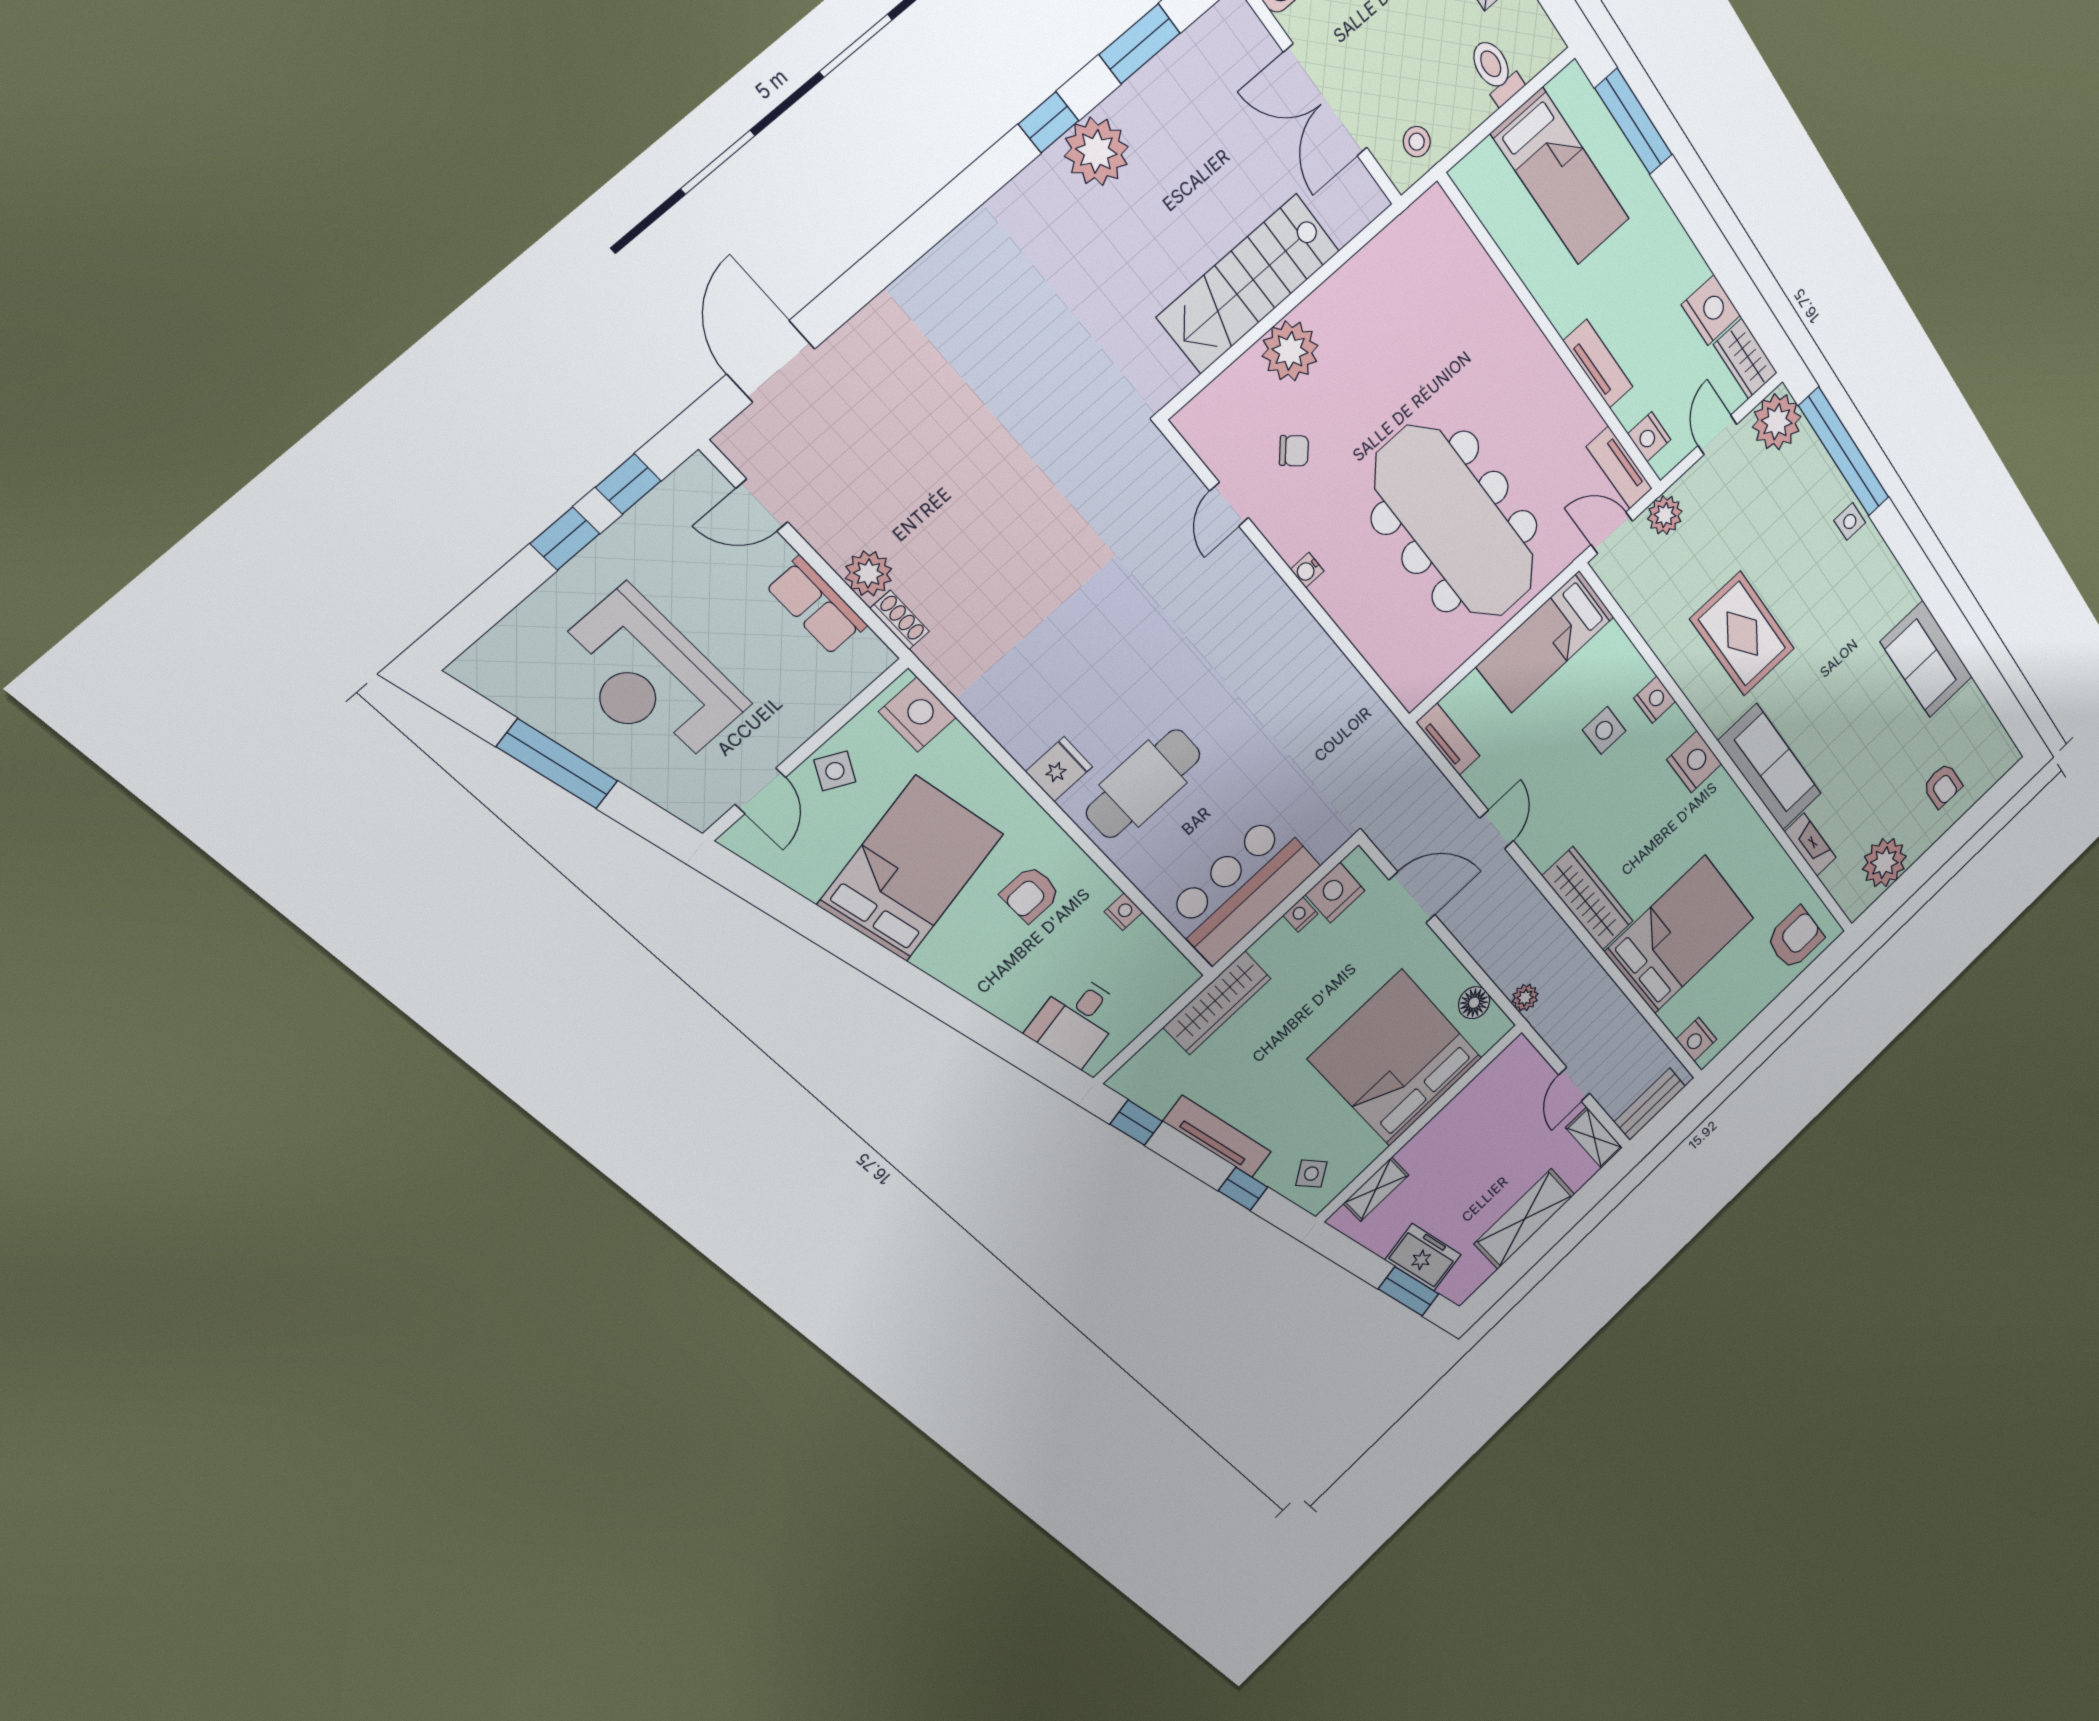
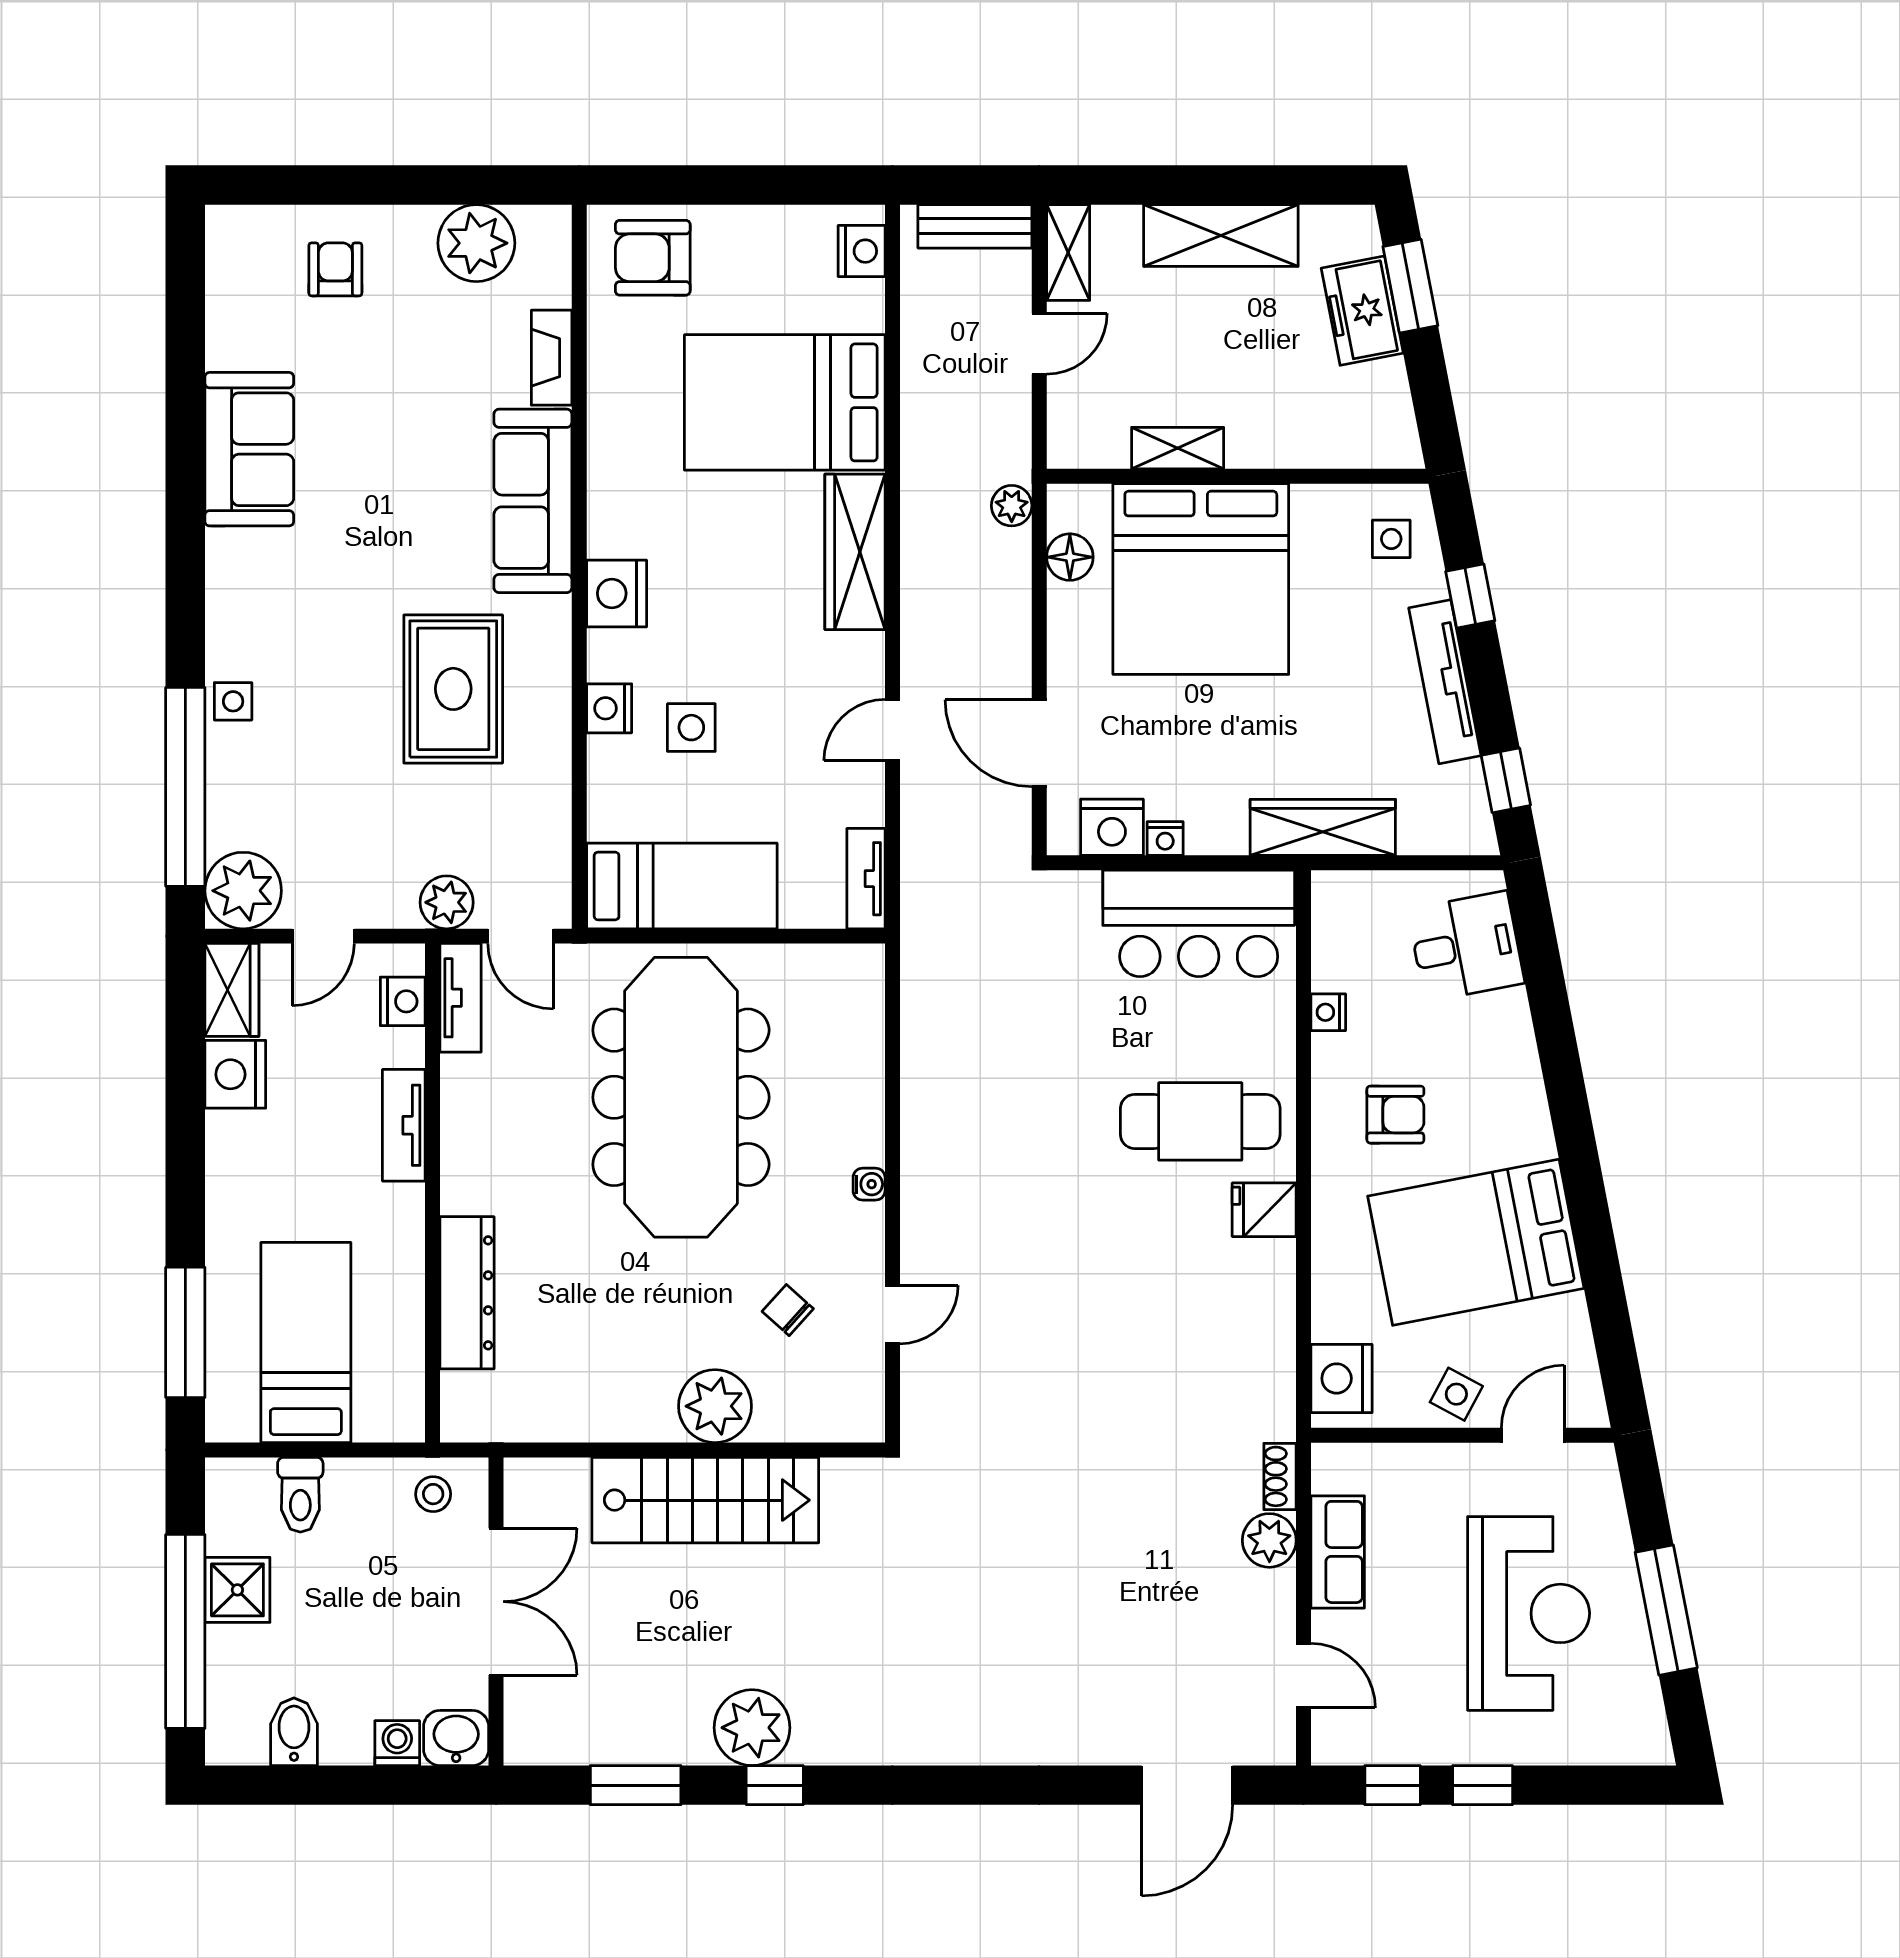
dresser: (1490, 292) -> (467, 1293), added
side table: (1311, 1174) -> (1391, 539), turned 37
shelving: (1376, 1189) -> (1178, 448), moved

